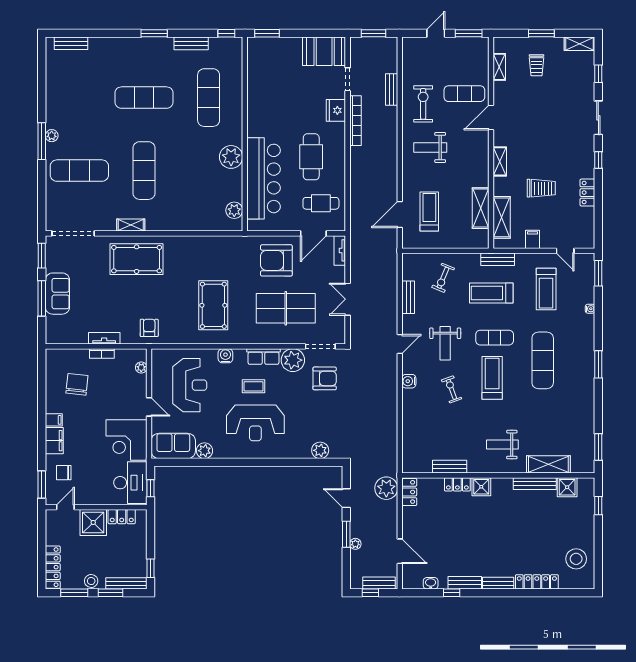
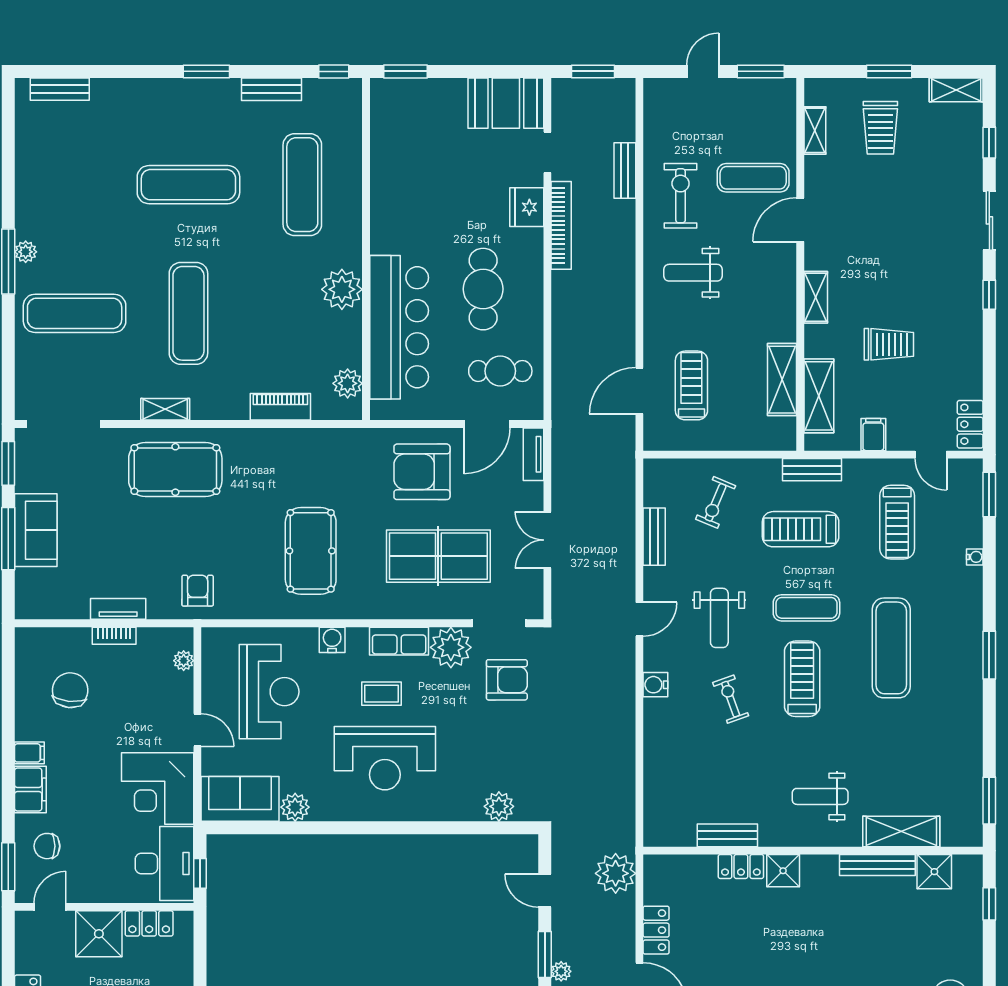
trolley: (536, 65) -> (880, 128), width x1.36, depth x1.39
locker: (587, 193) -> (970, 424), moved
piano: (196, 224) -> (280, 407), added
locker: (409, 492) -> (656, 930), moved

